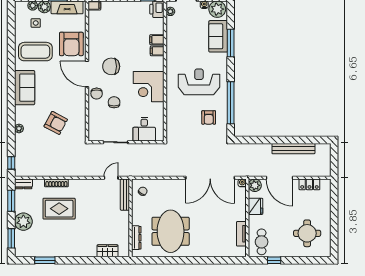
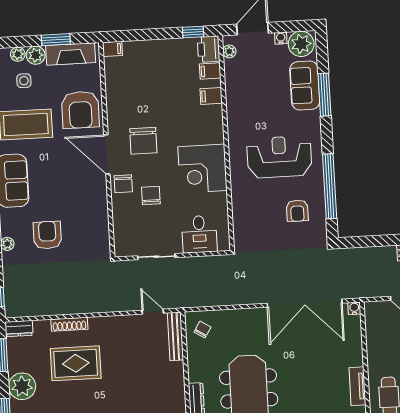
filing cabinet: (157, 51) -> (210, 71), moved
chair: (111, 66) -> (143, 141), turned -90
armchair: (56, 123) -> (47, 235), moved, turned -118
door: (111, 178) -> (153, 312), hinge flipped
plant: (255, 185) -> (374, 311), removed
fridge: (256, 206) -> (377, 343), removed

